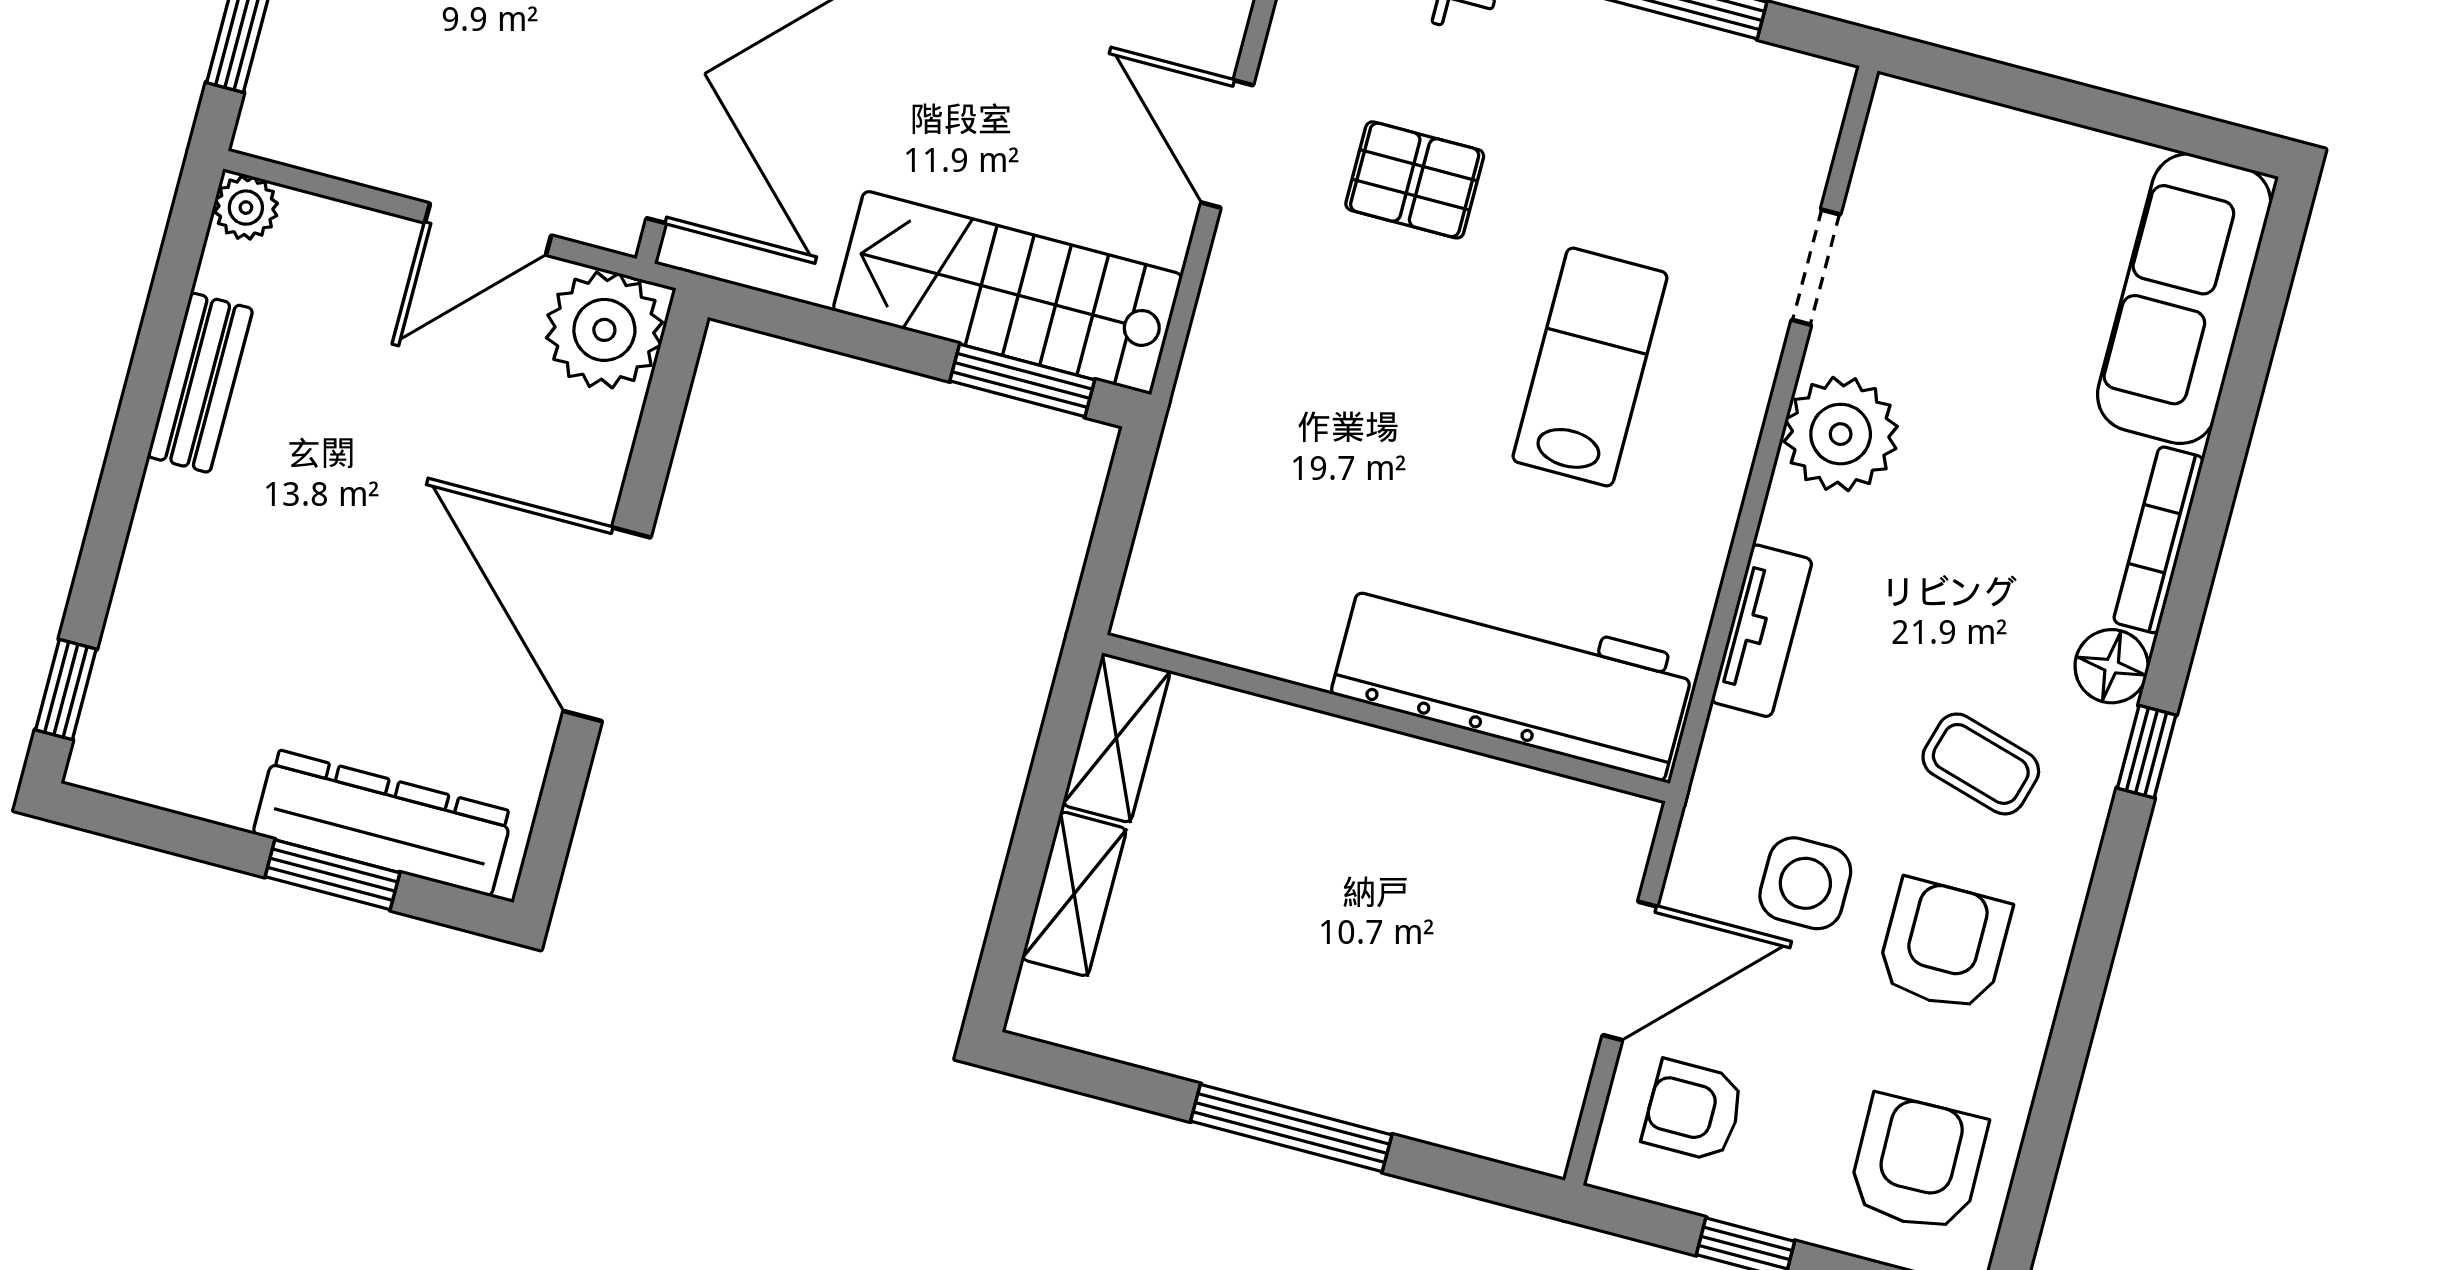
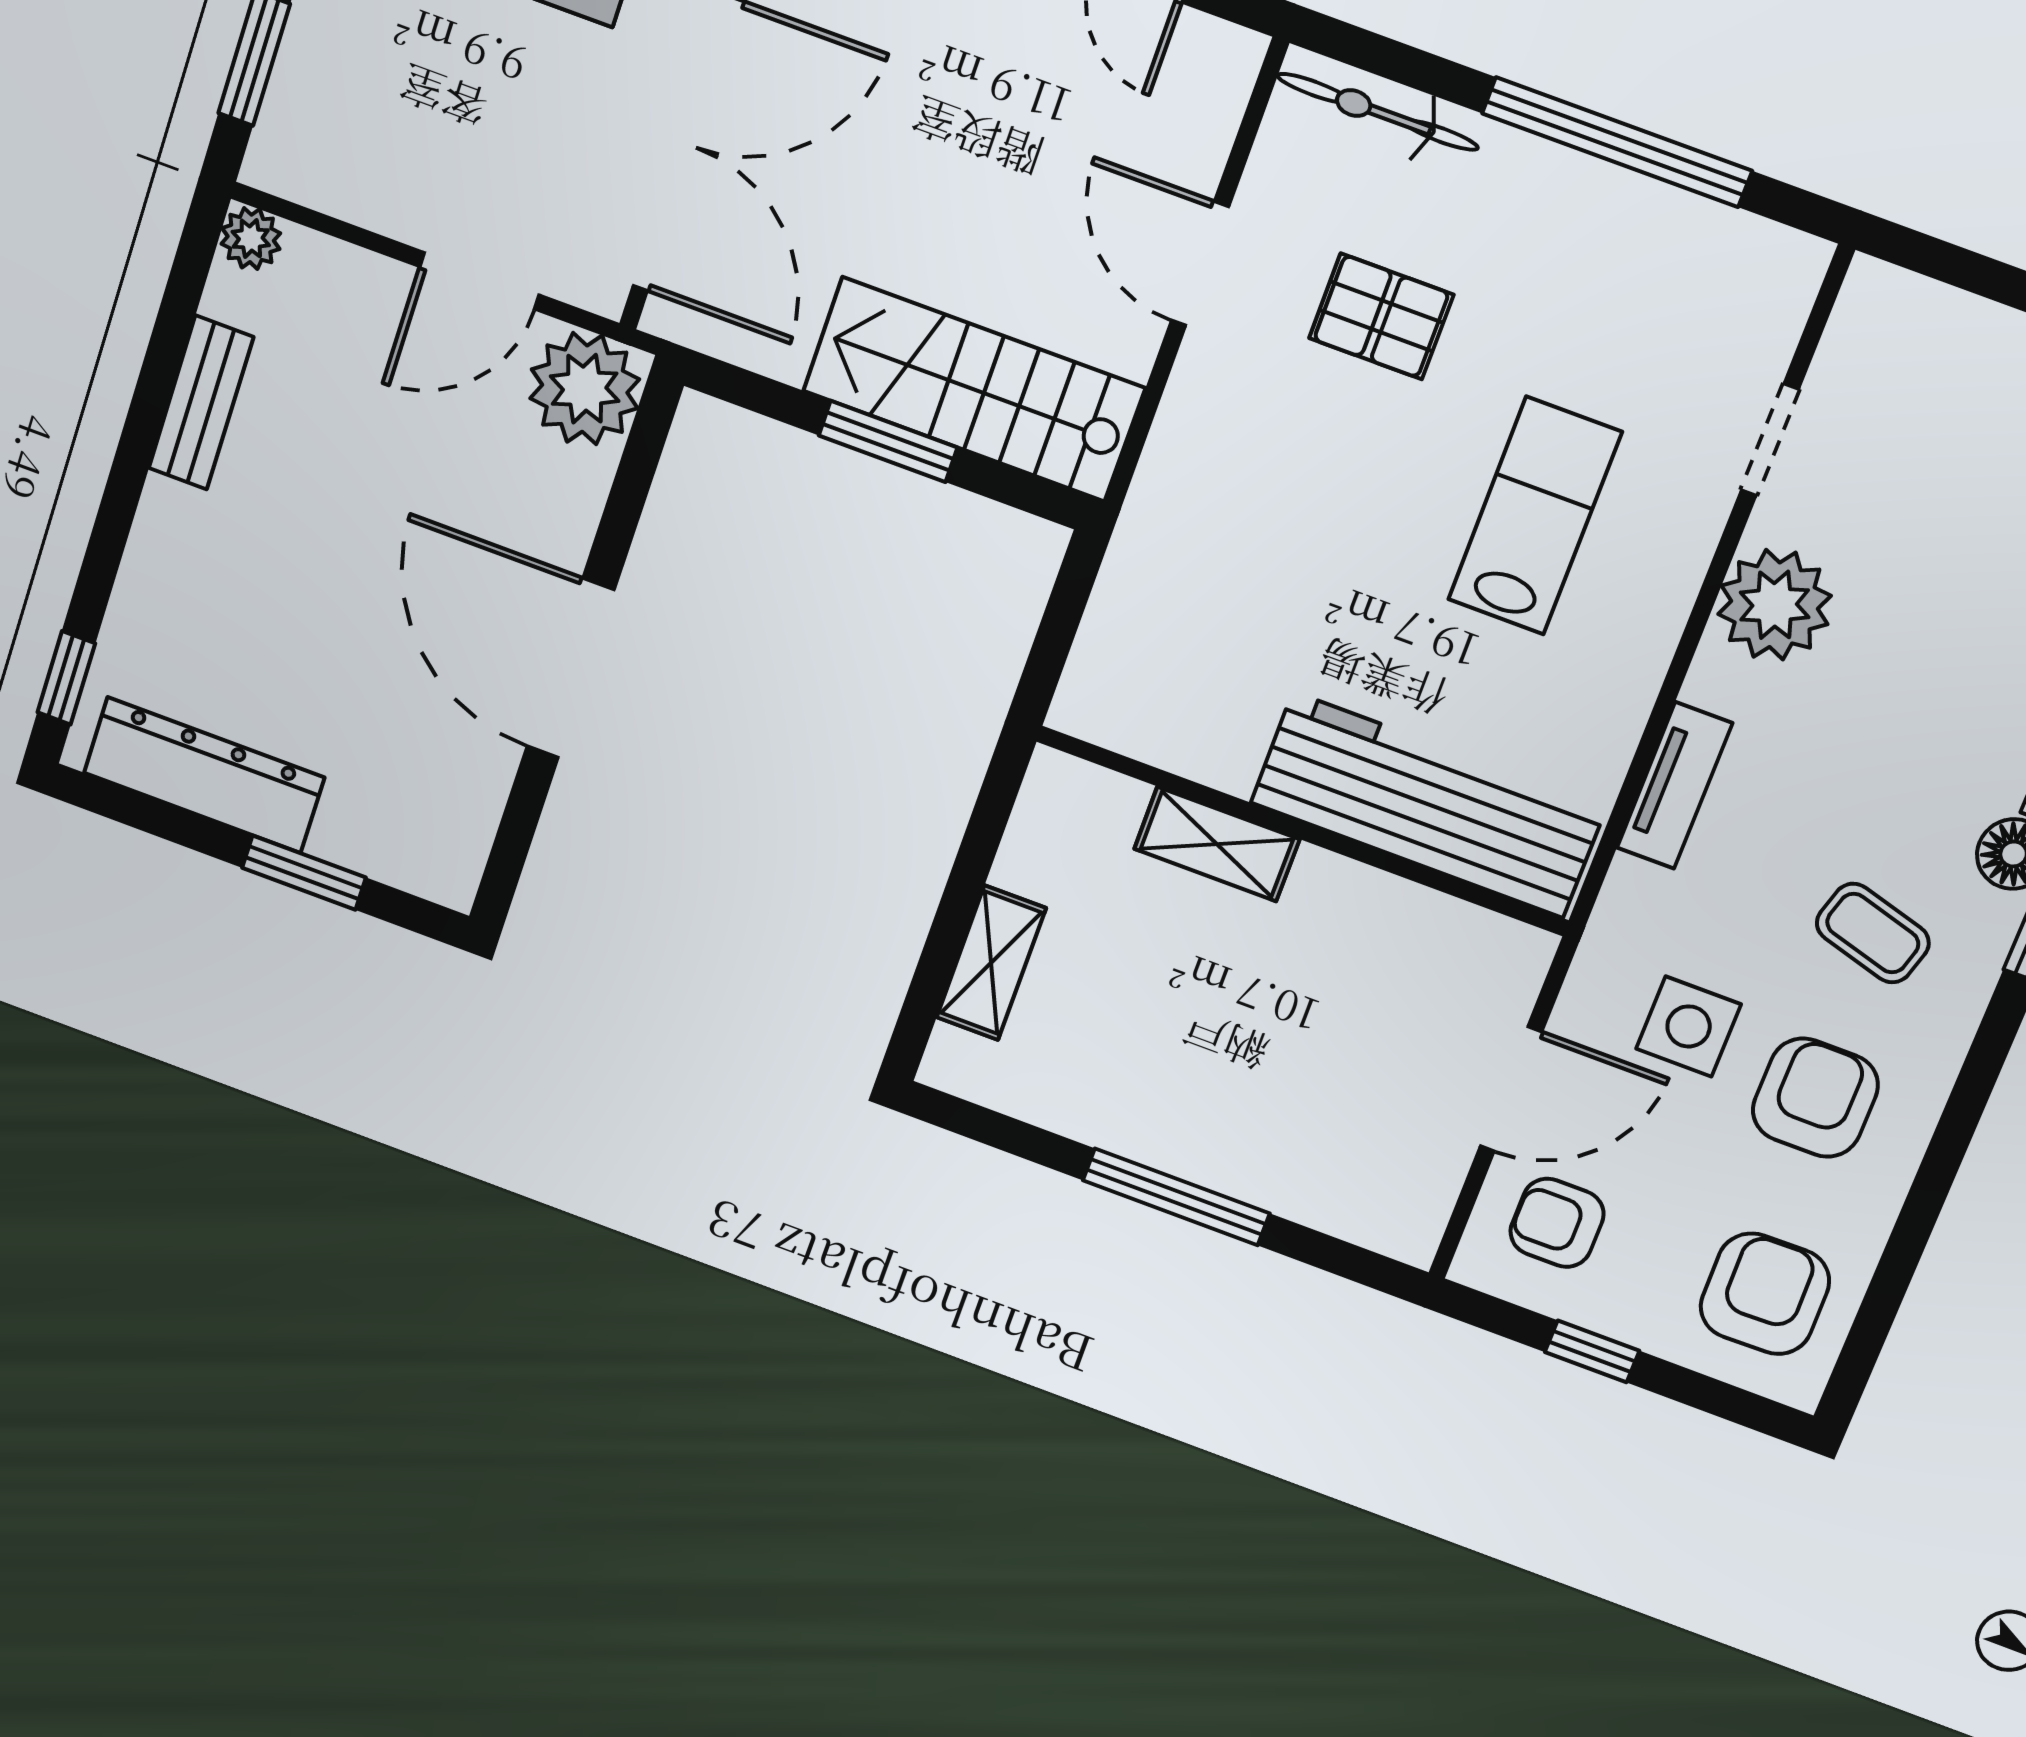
window: (1022, 380) -> (888, 441), moved
shelving: (1116, 738) -> (1217, 844), moved, turned 90
dresser: (383, 823) -> (204, 775), moved

